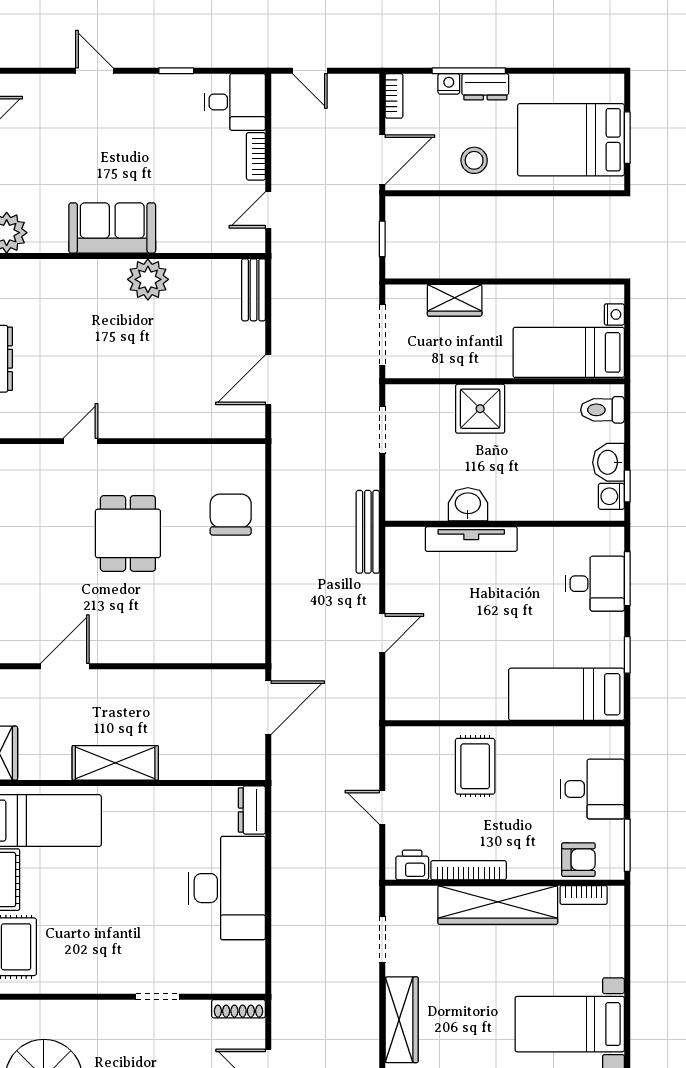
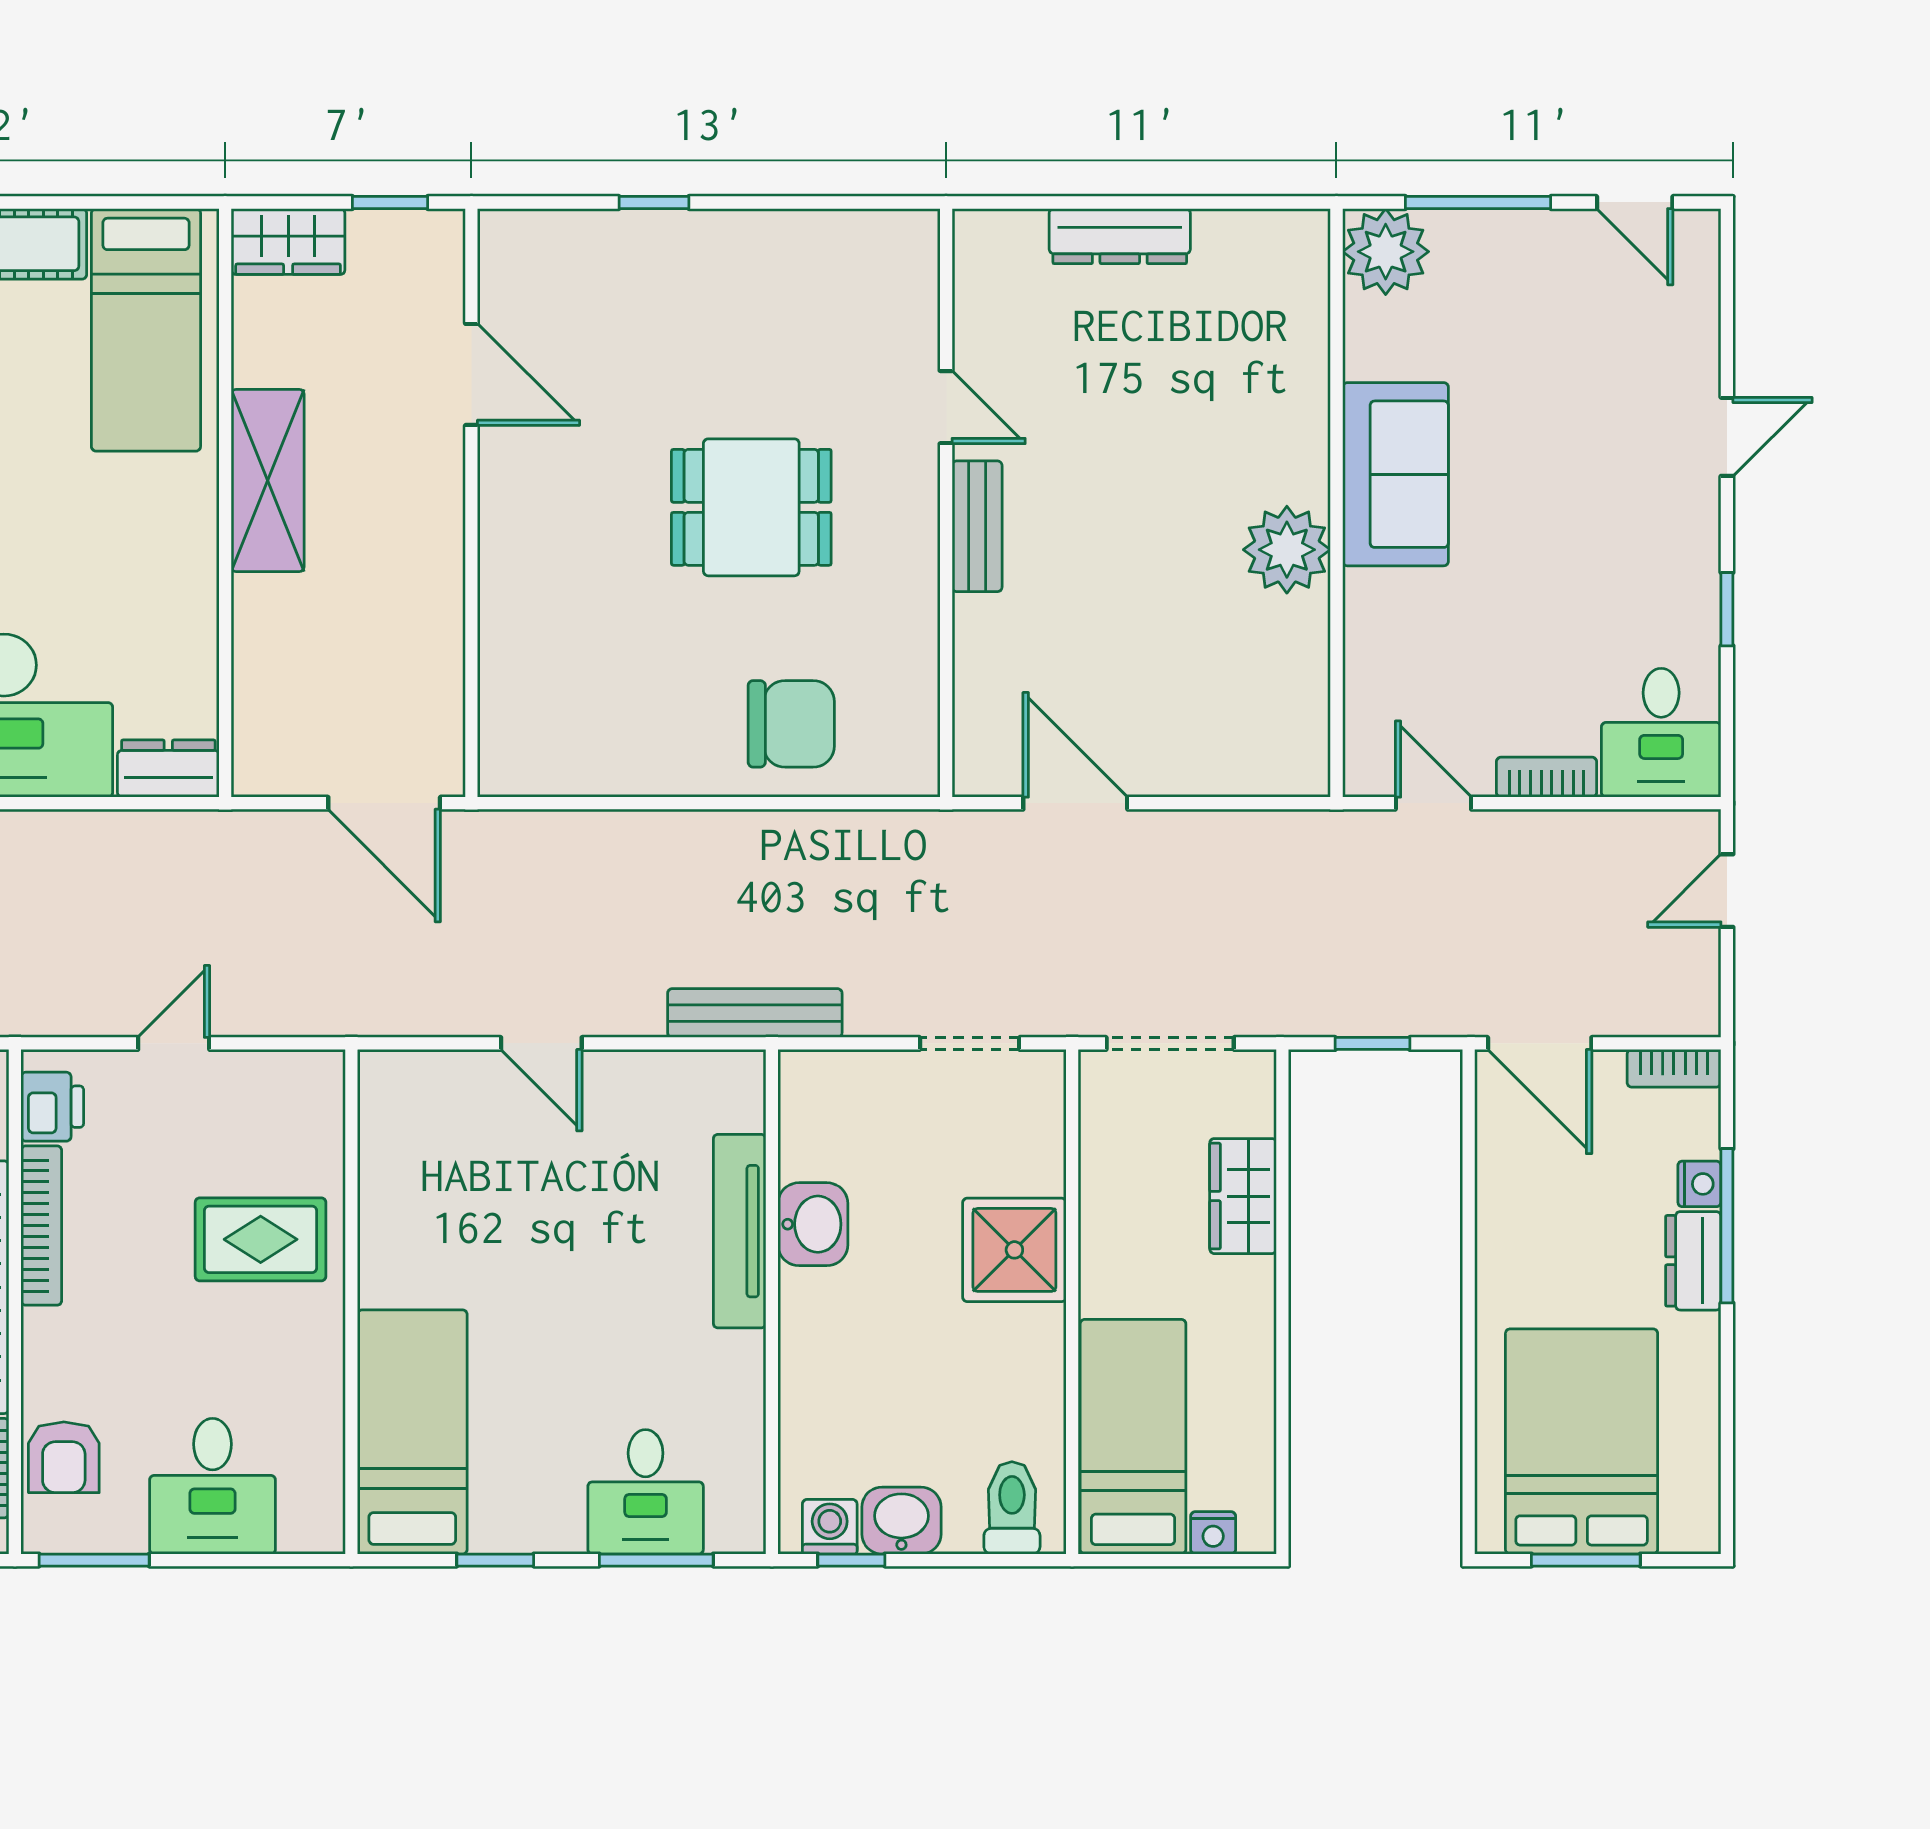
stool: (474, 160) -> (1538, 1237), removed
bench: (254, 290) -> (977, 526), moved, turned 90

